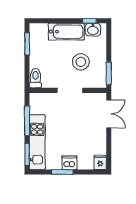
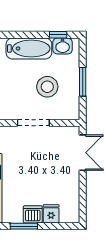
window: (109, 73) -> (83, 82), moved
fridge: (100, 162) -> (51, 214), moved

